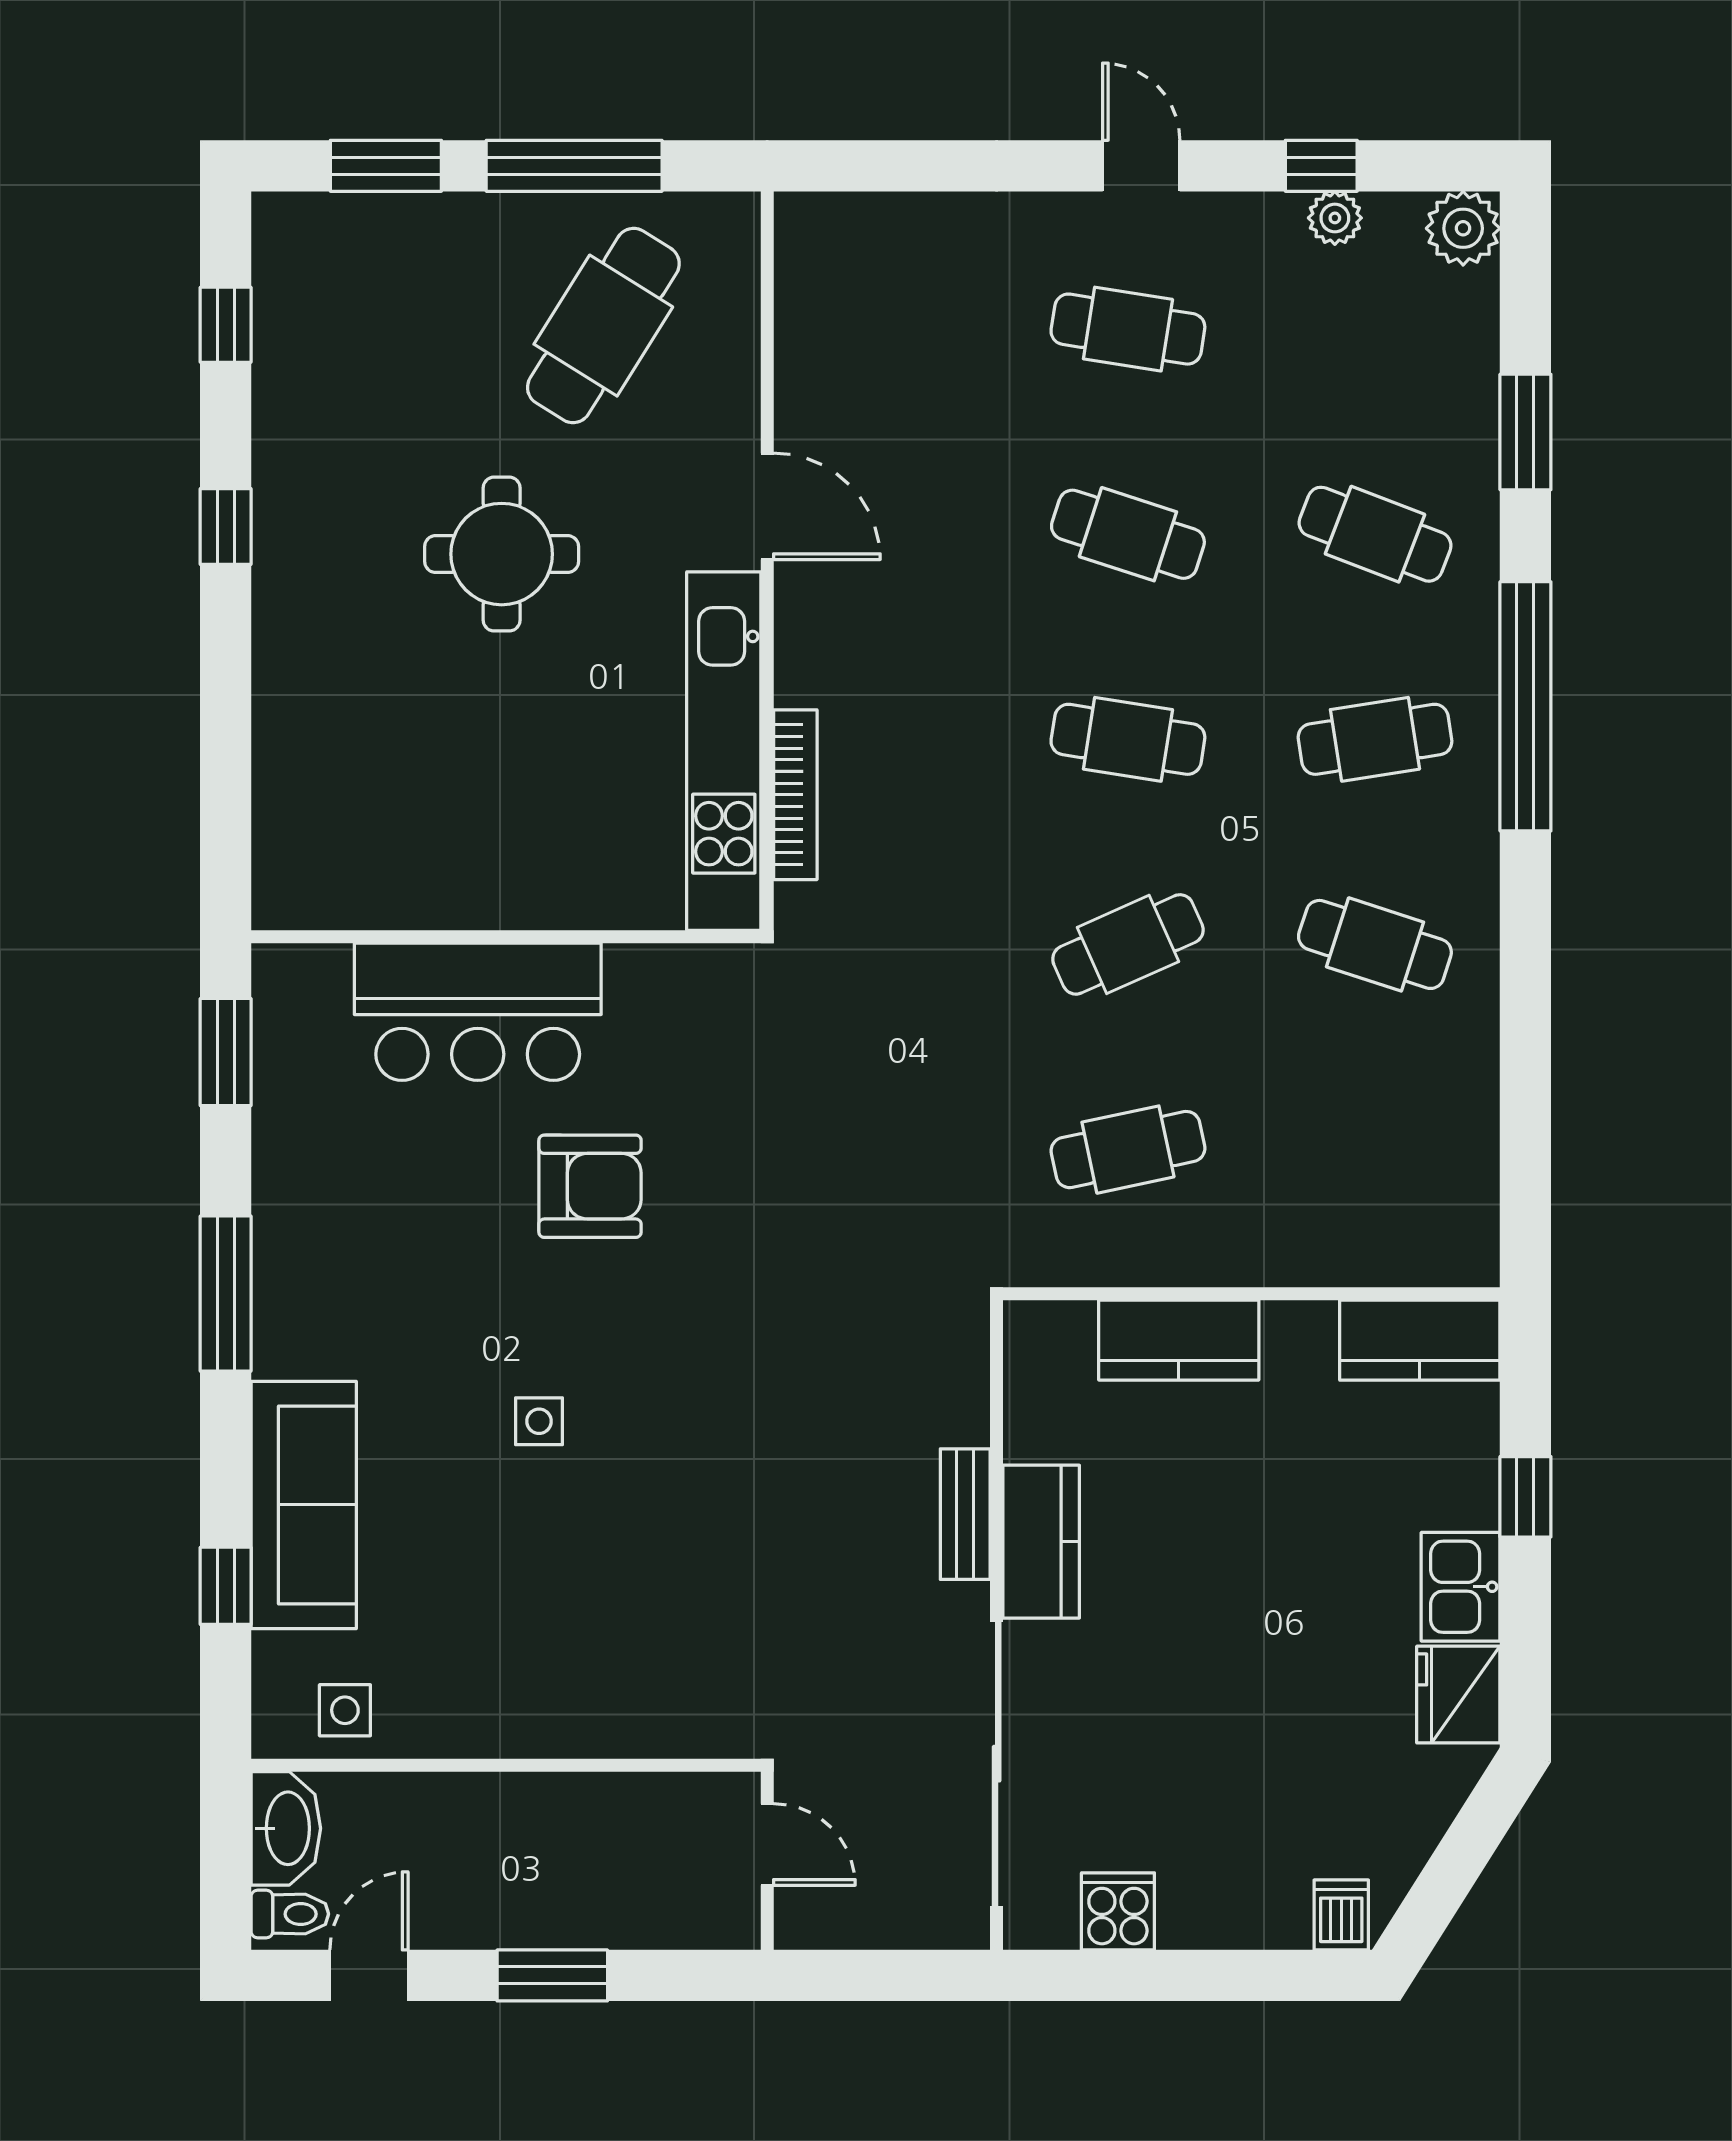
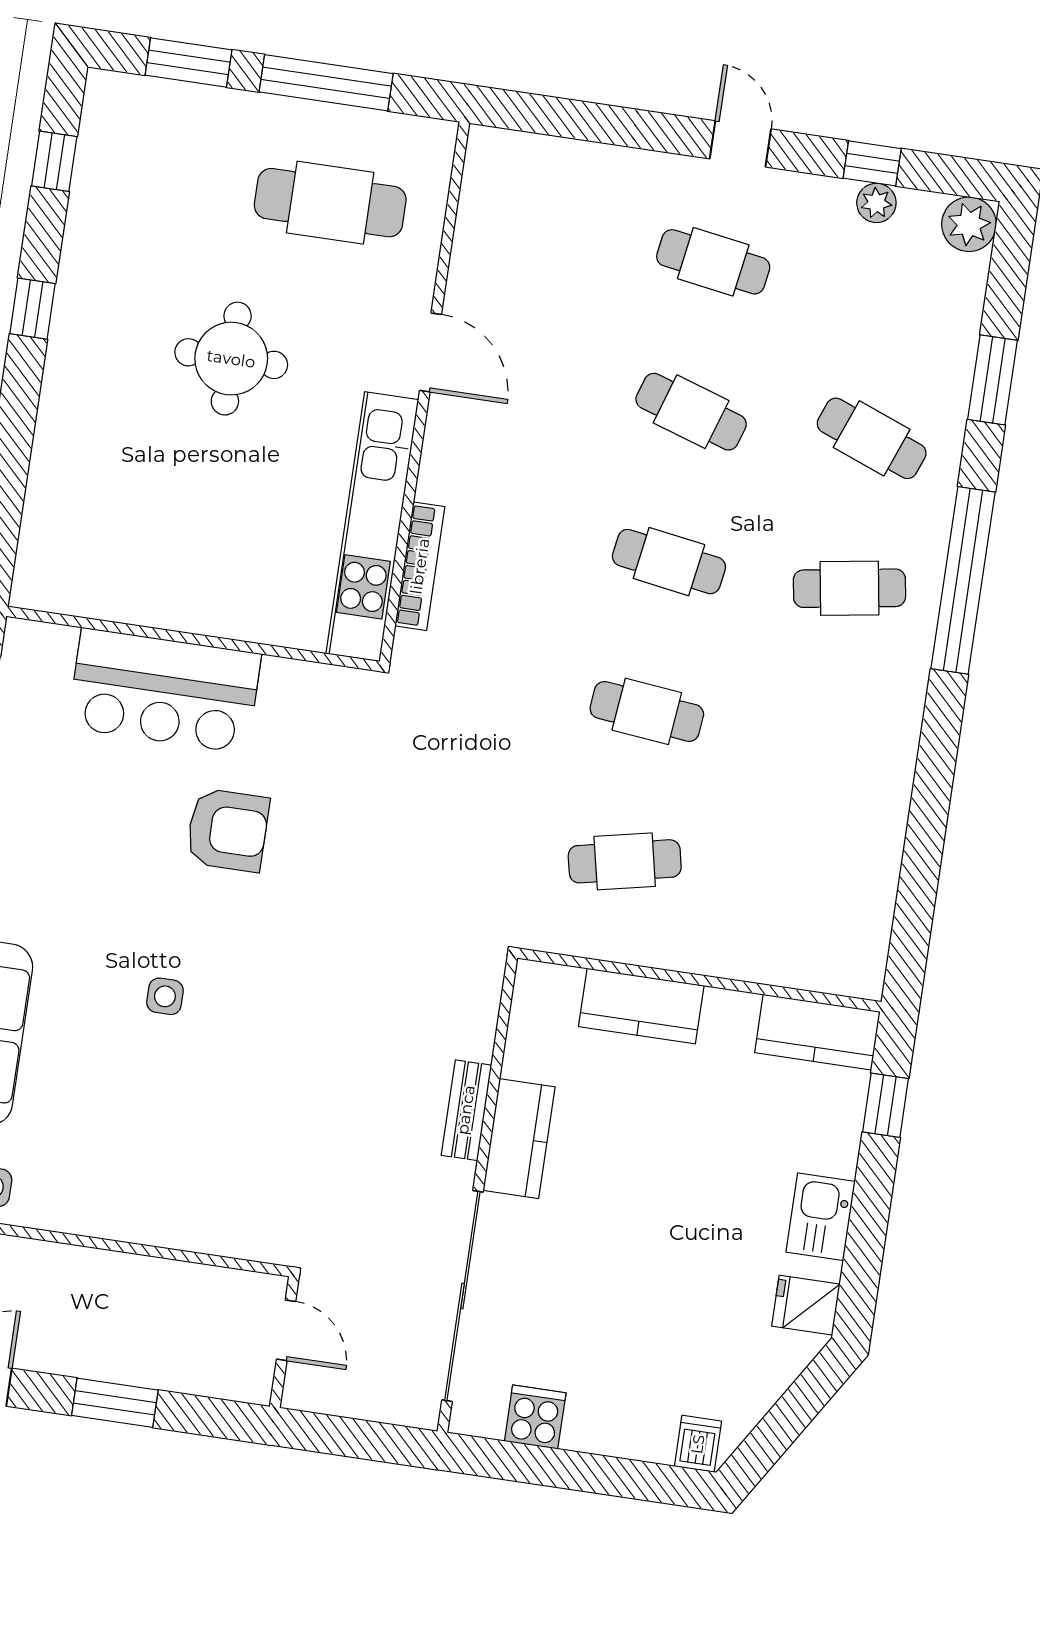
cafe table: (603, 326) -> (330, 203), turned 58
cafe table: (1128, 944) -> (647, 711), turned 30
cafe table: (1375, 944) -> (827, 738), removed
window: (1525, 1497) -> (885, 1105), moved
fridge: (1458, 1695) -> (806, 1305), width x0.72

